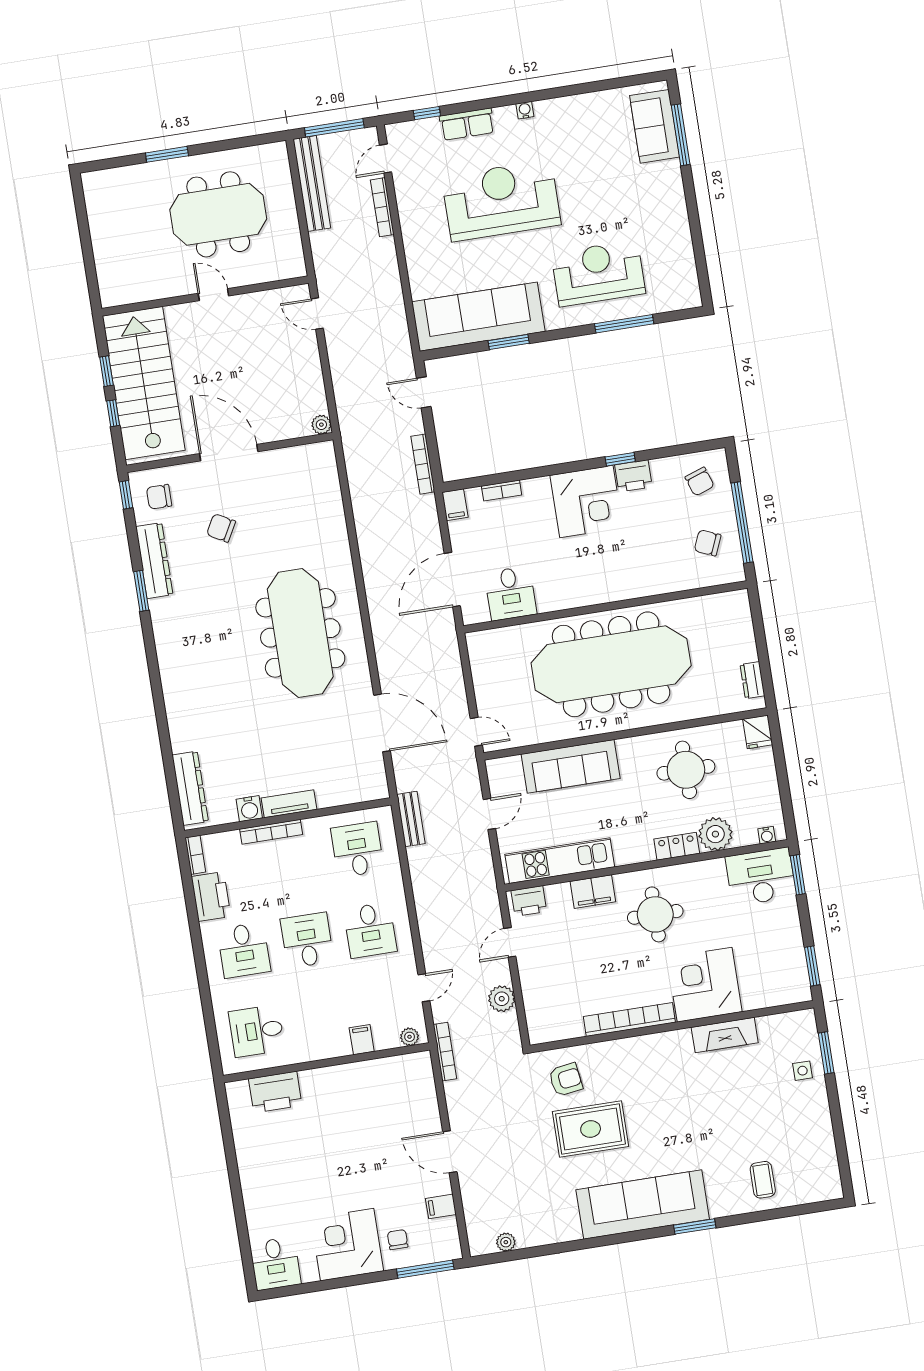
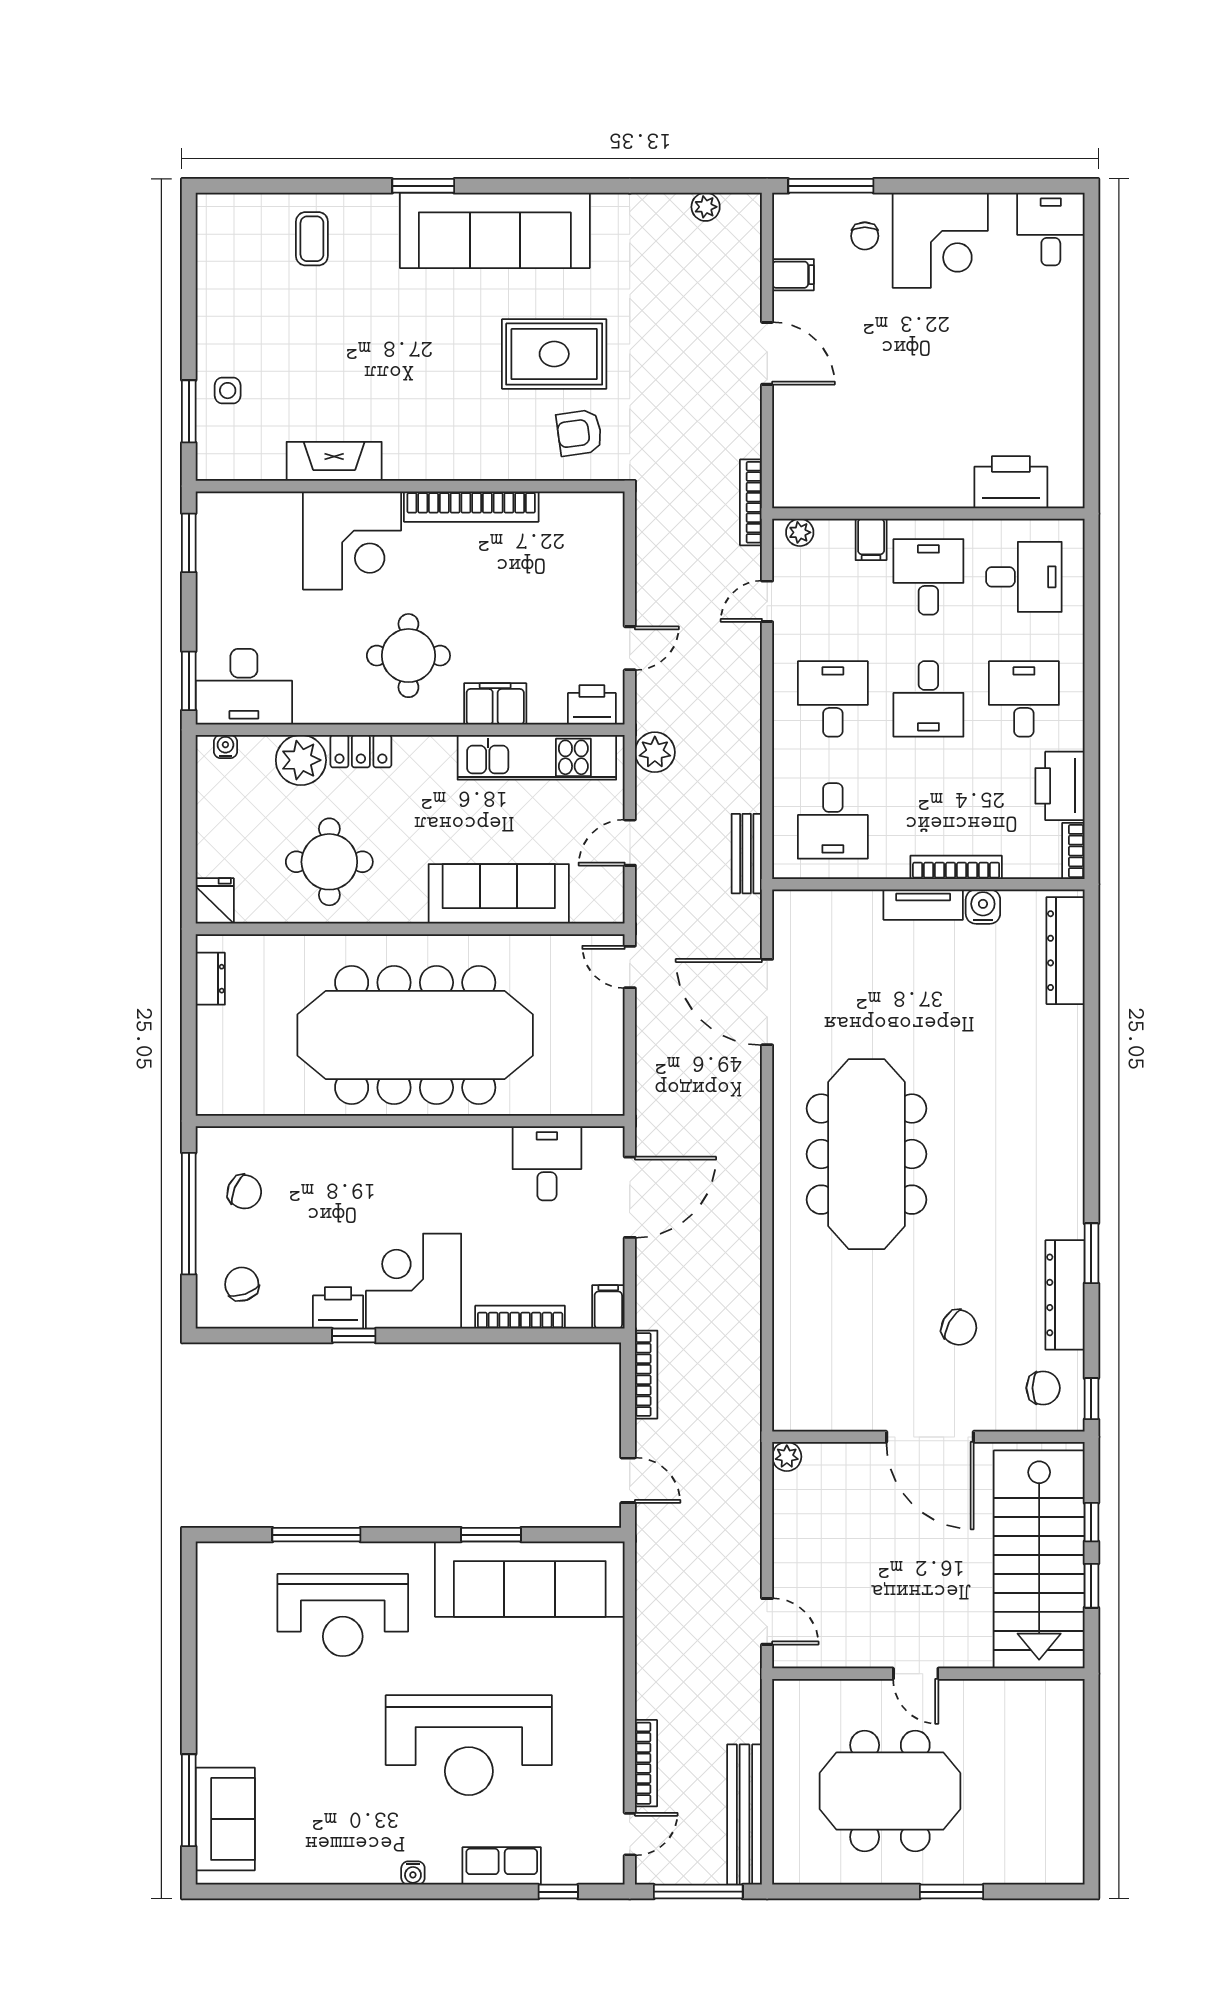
bookcase: (502, 490) -> (520, 1317), width x1.56
plant: (502, 999) -> (655, 752), moved
desk: (320, 1021) -> (928, 577), added

